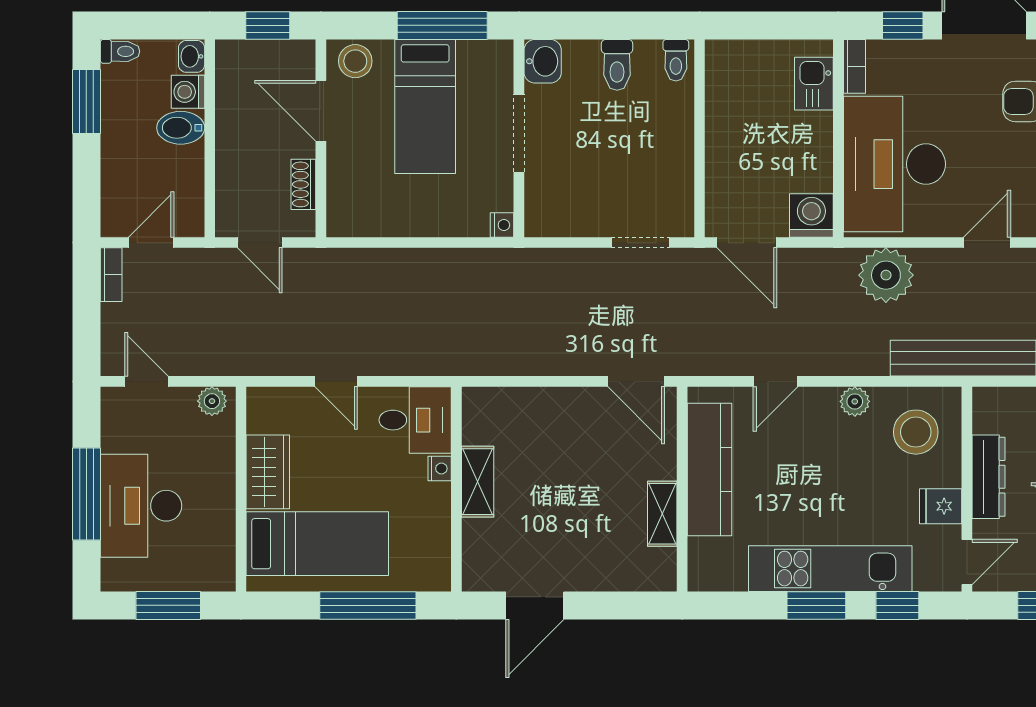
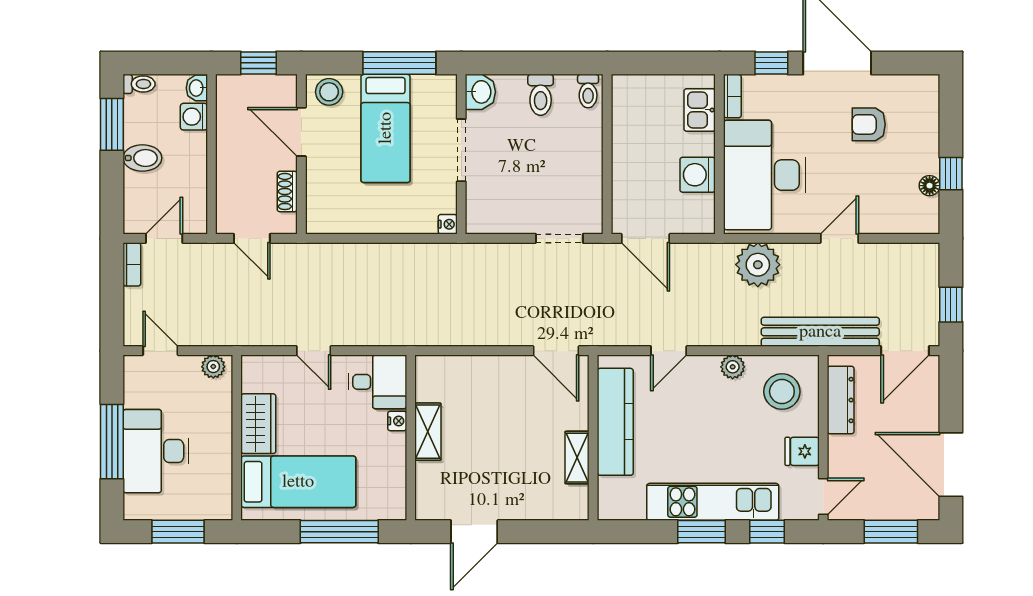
bidet: (181, 128) -> (142, 158), moved, turned 180
washing machine: (811, 216) -> (698, 175), moved, turned -90
dresser: (989, 477) -> (841, 400), moved

